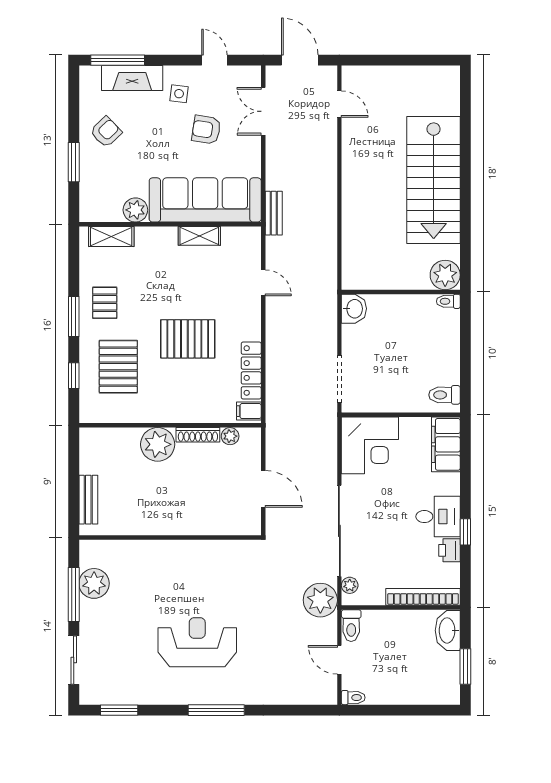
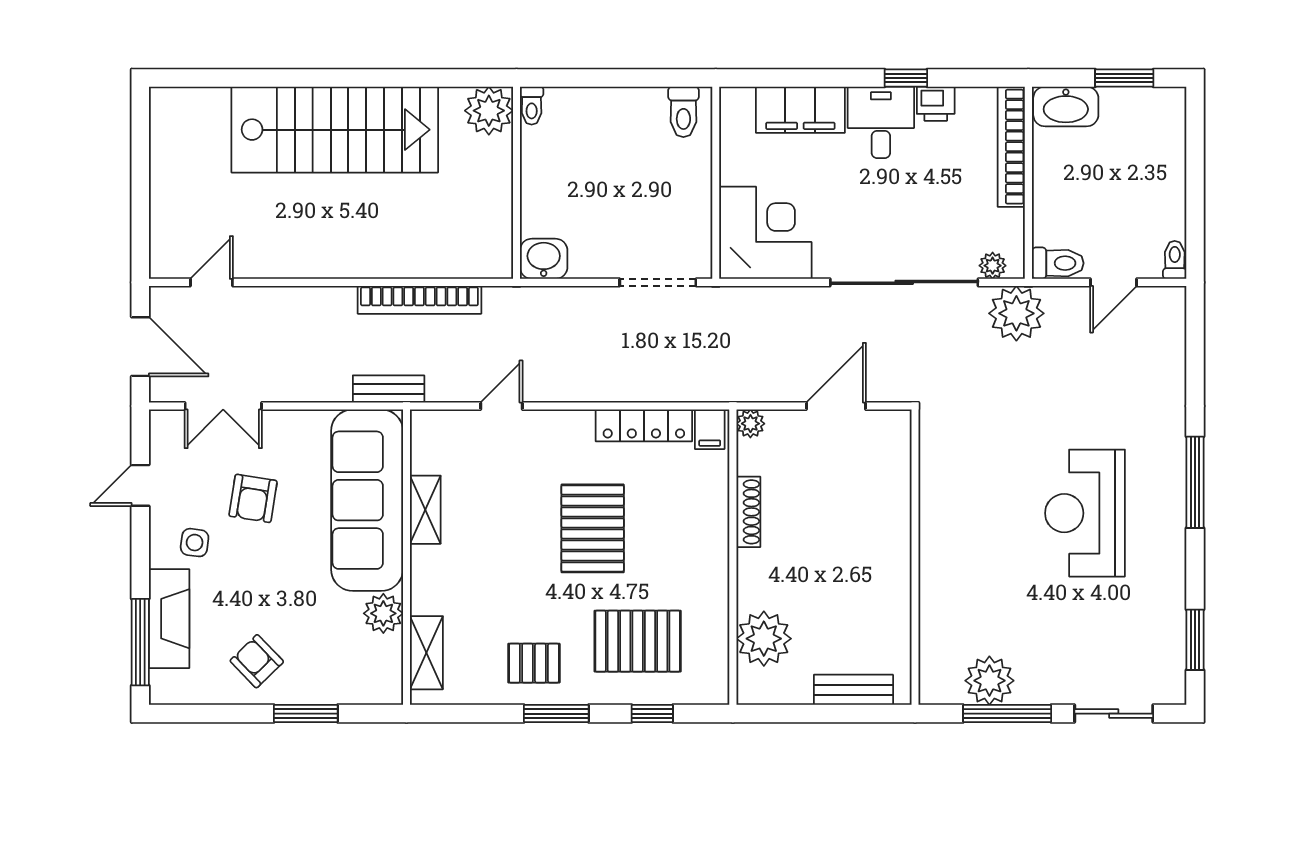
door: (300, 60) -> (140, 347), swing flipped
bookcase: (329, 232) -> (419, 300), added
plant: (230, 436) -> (750, 424), moved
plant: (158, 444) -> (764, 639), moved
filing cabinet: (446, 444) -> (800, 110), moved

